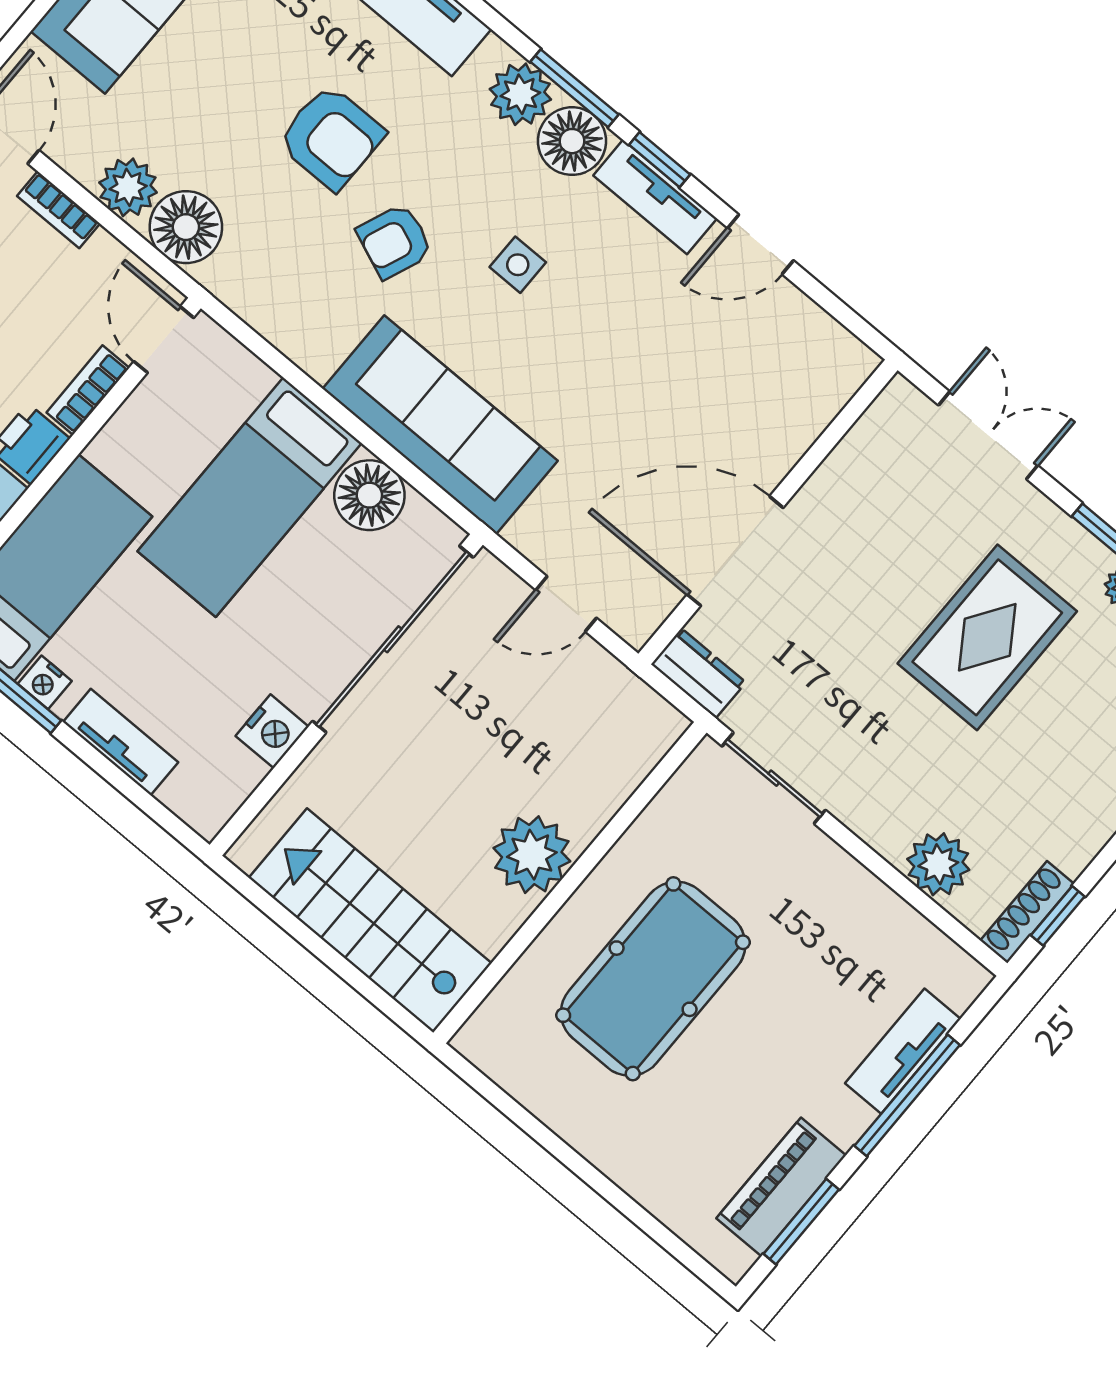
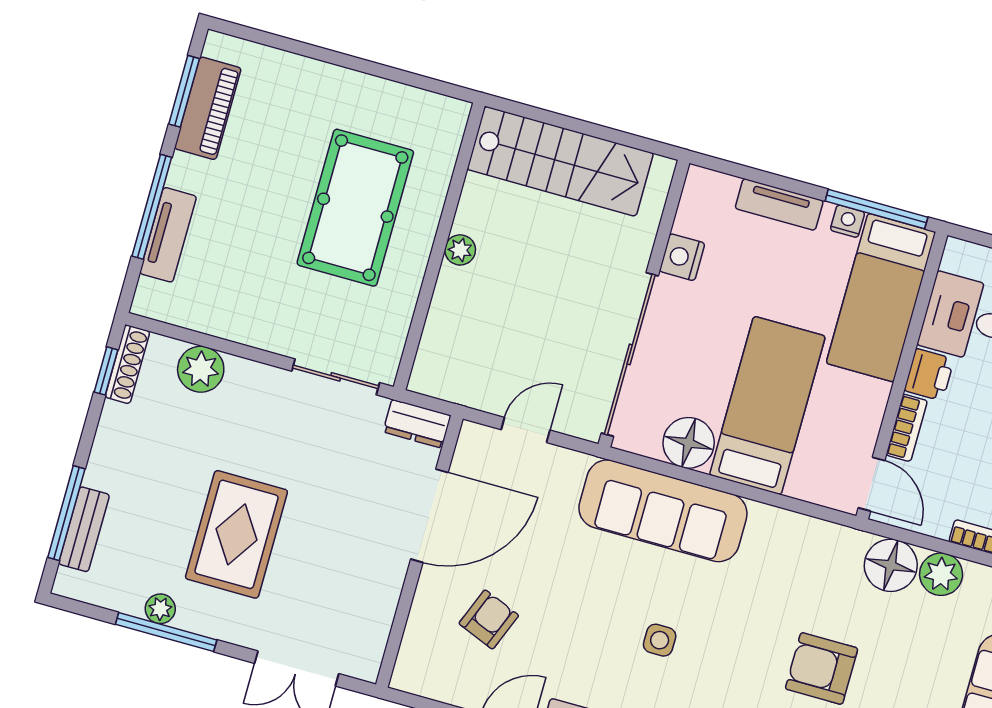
armchair: (395, 241) -> (489, 619), moved
plant: (532, 855) -> (460, 250), width x0.53, depth x0.53

